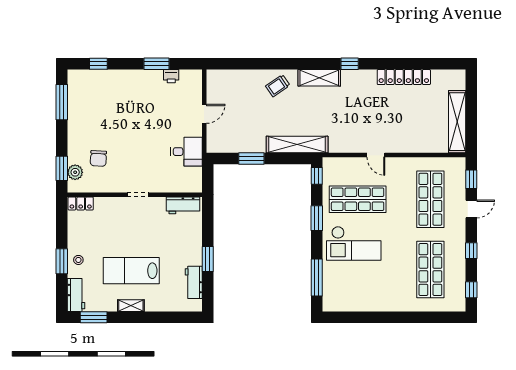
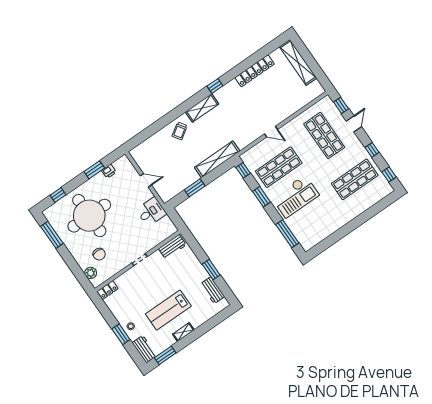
round table: (117, 109) -> (89, 216), added
door: (204, 114) -> (146, 180), hinge flipped
shelving: (457, 122) -> (298, 62), moved
window: (62, 168) -> (81, 276), removed
shop shelf: (430, 270) -> (355, 179), turned 90

